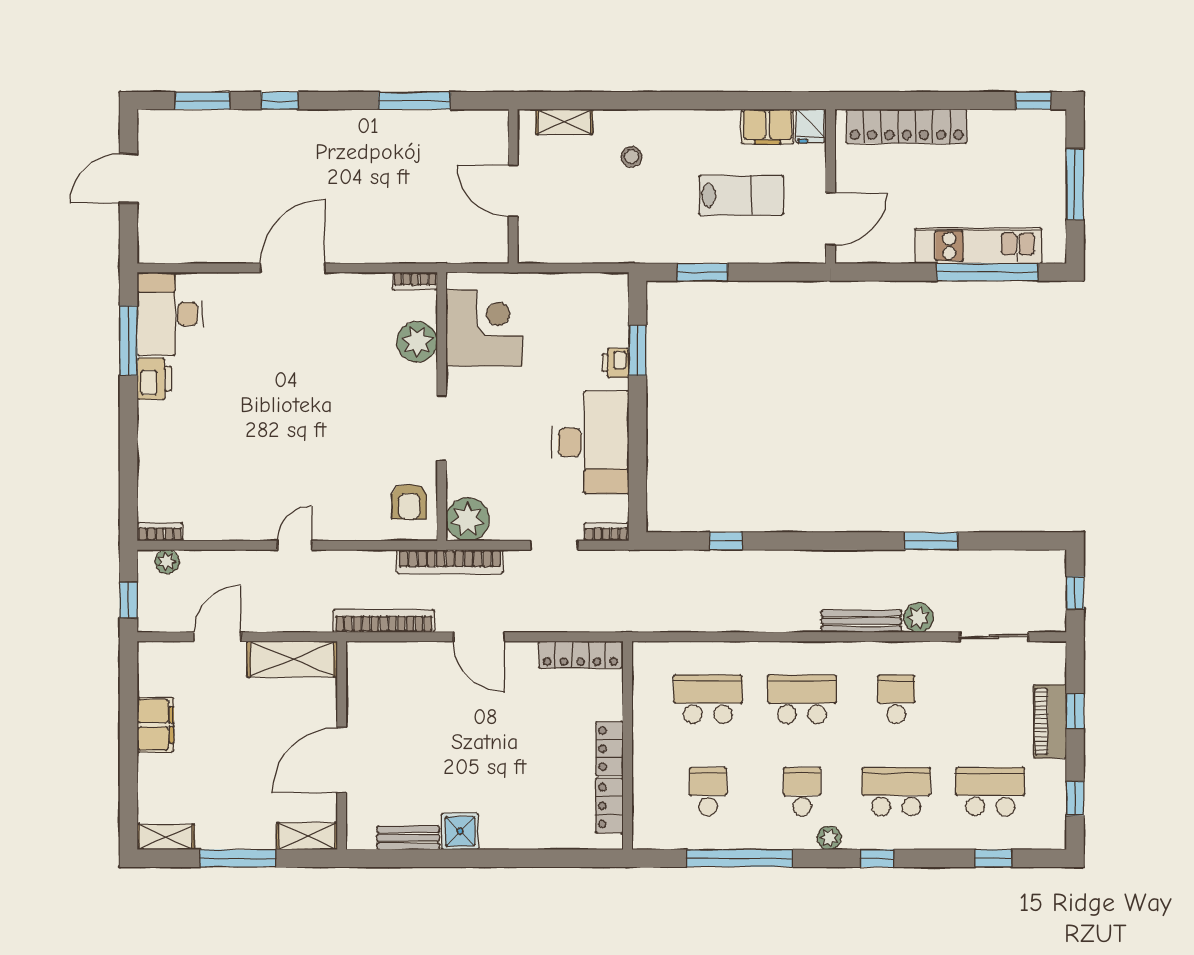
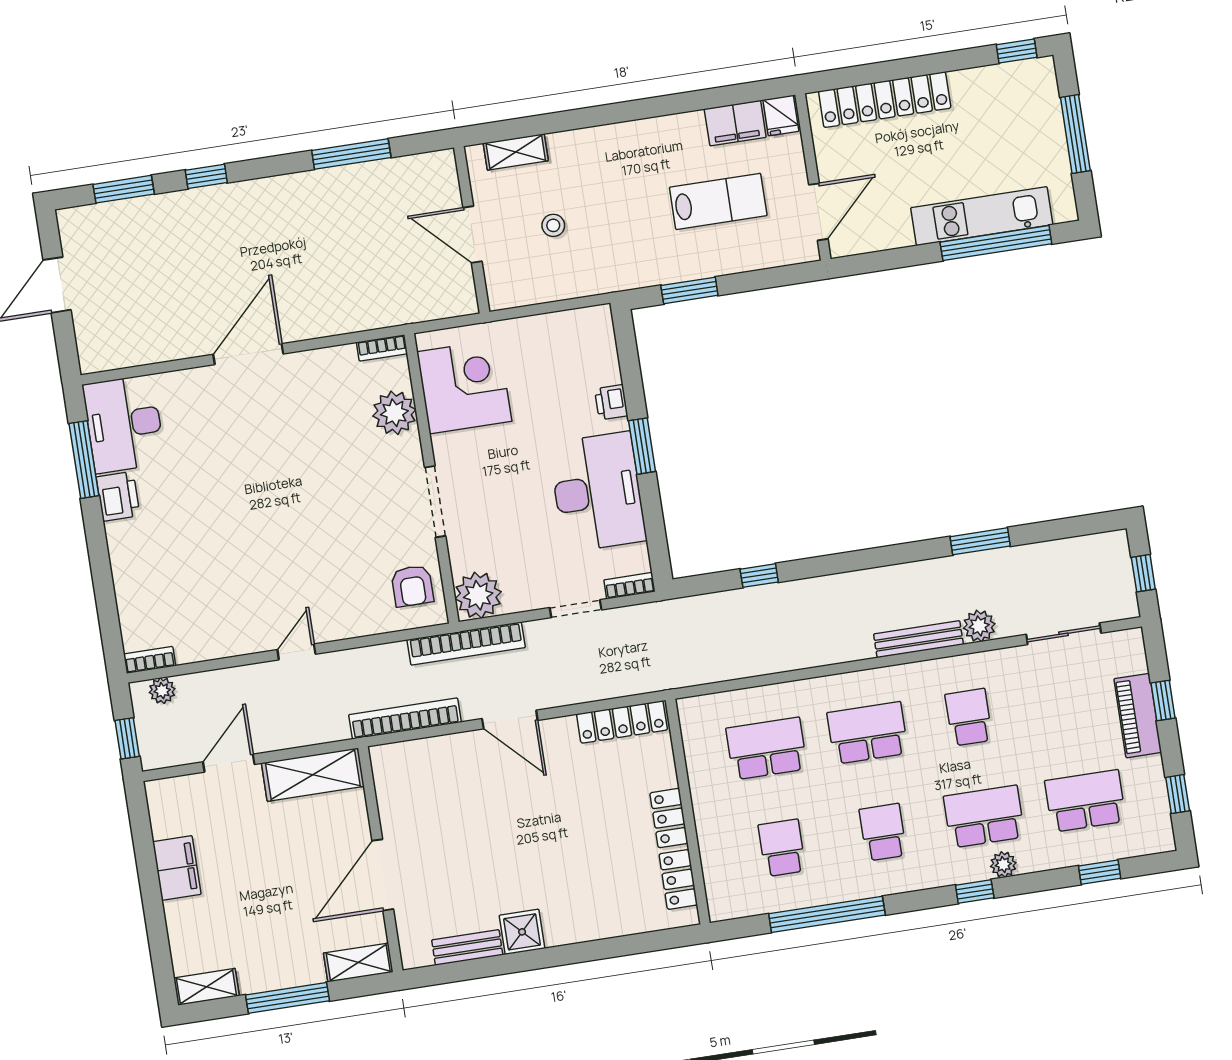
stool: (632, 157) -> (553, 225), moved
window: (638, 350) -> (642, 446), moved
plant: (829, 838) -> (1003, 865), moved

